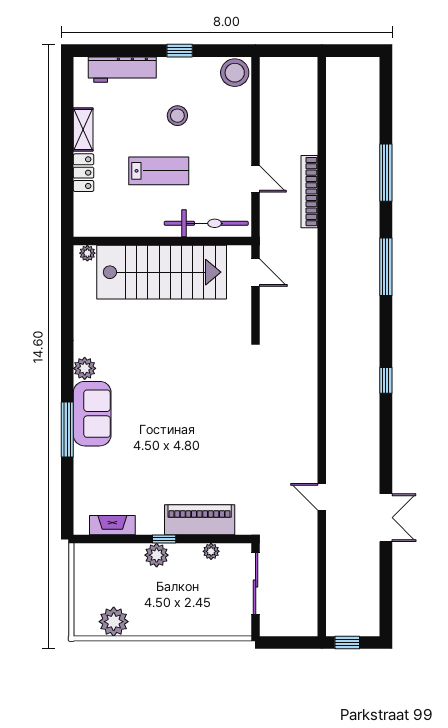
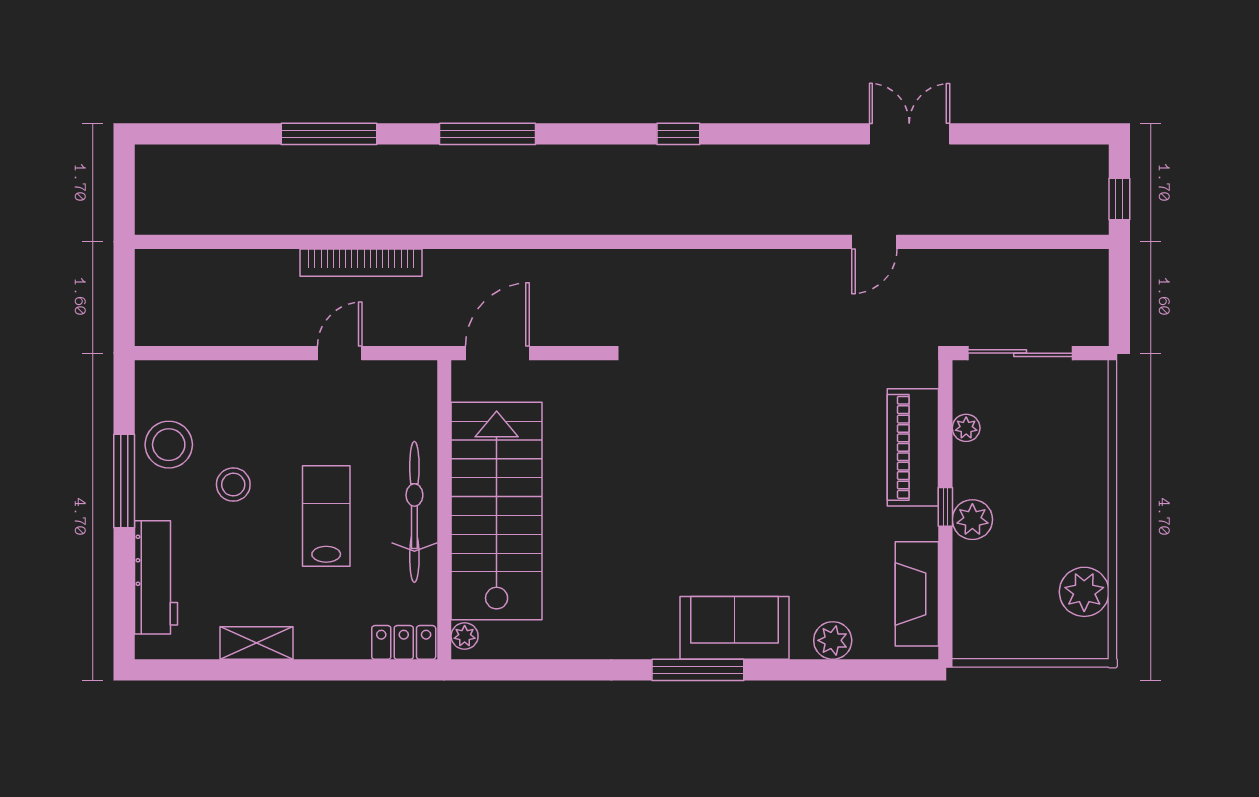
window: (180, 51) -> (124, 481), width x2.17
stool: (235, 73) -> (169, 445), moved
locker: (84, 173) -> (404, 642), moved
bicycle: (206, 223) -> (414, 512), moved
door: (256, 273) -> (497, 353), width x1.38
plant: (85, 368) -> (833, 640), moved
window: (67, 430) -> (698, 670), moved
fireplace: (112, 525) -> (917, 594), width x1.37, depth x1.32

